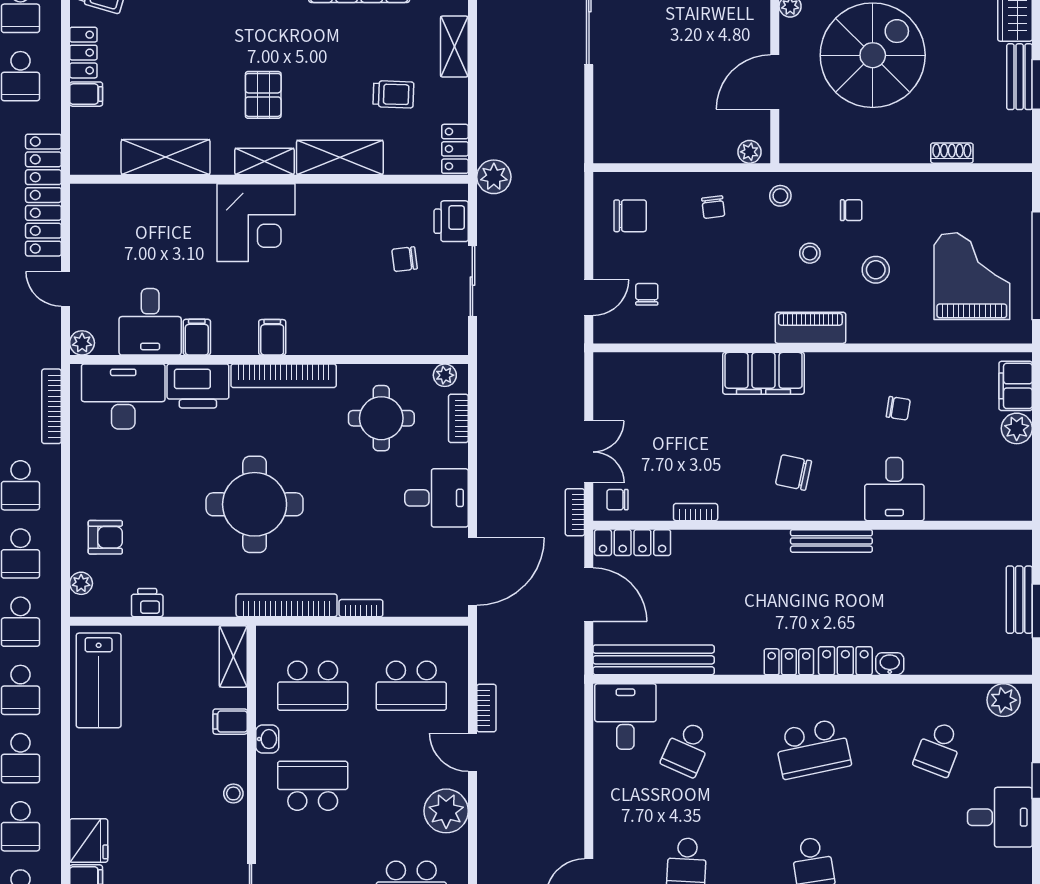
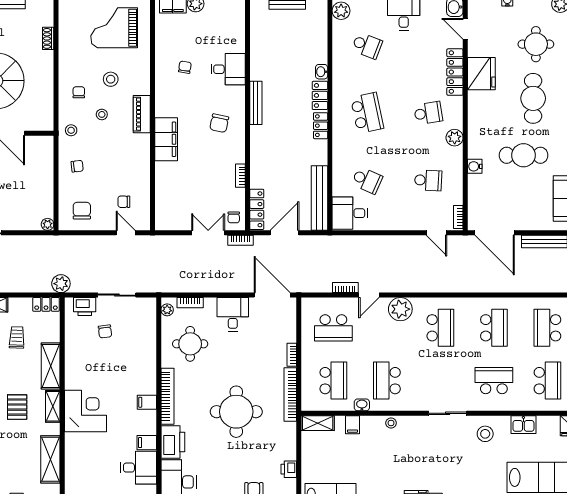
pallet: (263, 95) -> (17, 407), turned 90
plant: (749, 152) -> (48, 224), moved
school desk: (411, 686) -> (333, 328), turned 90

